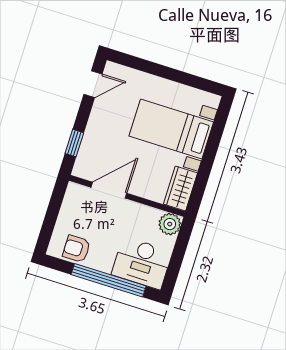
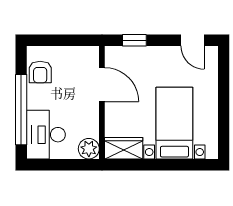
armchair: (76, 249) -> (40, 72), turned 180

